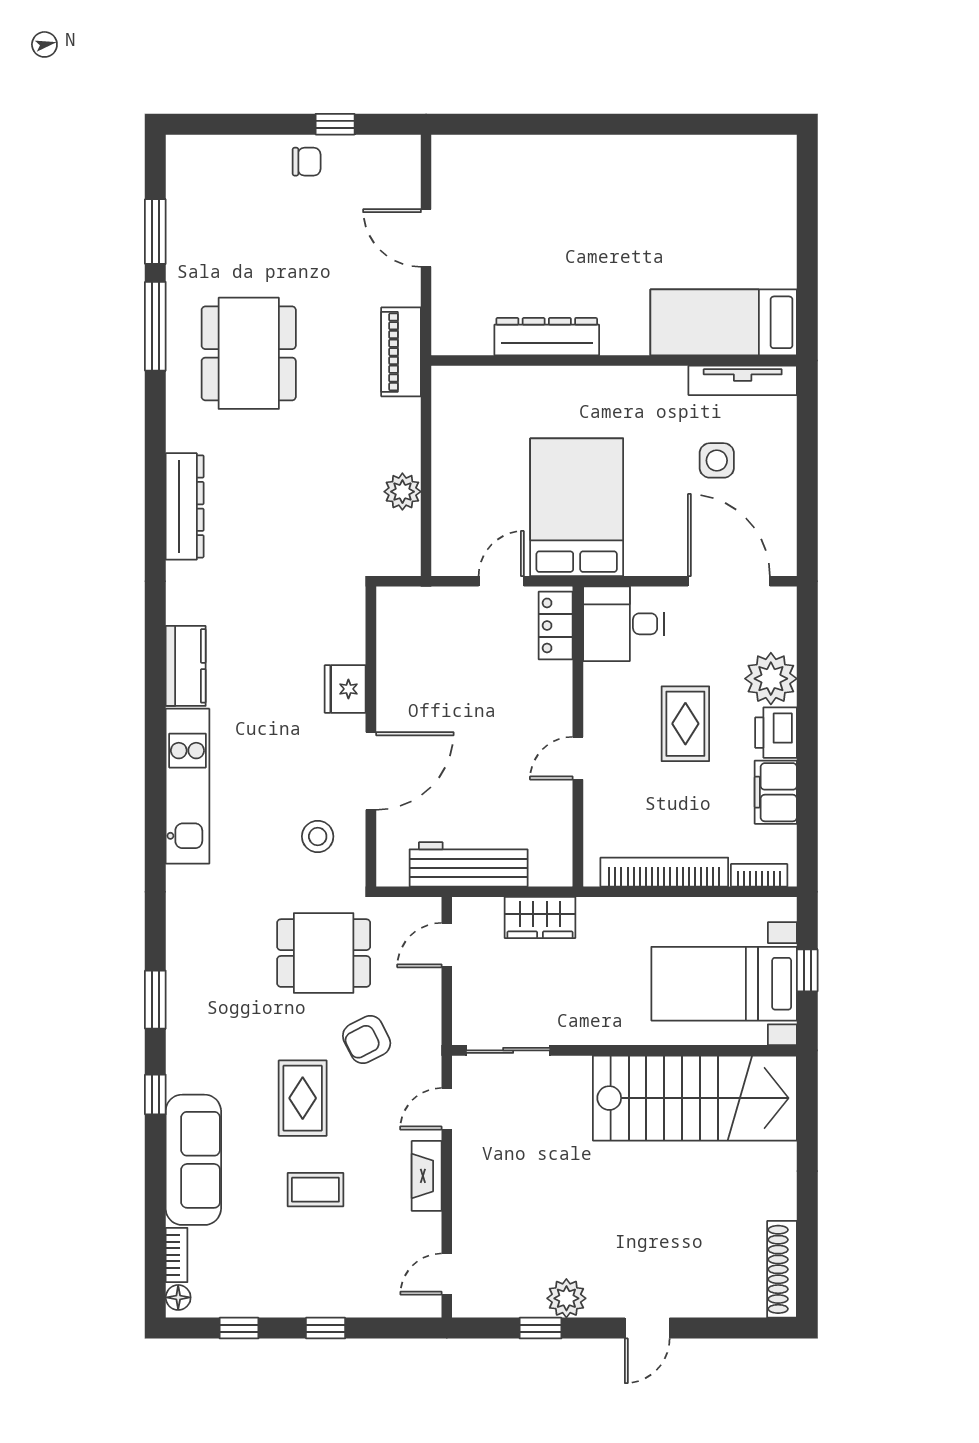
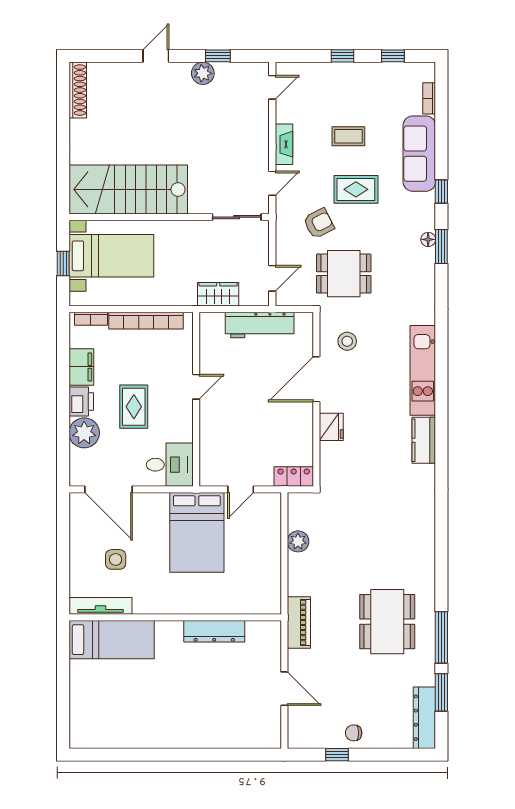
dresser: (185, 506) -> (424, 718), moved
locker: (556, 625) -> (294, 476), moved, turned -90
rug: (303, 1098) -> (356, 189), turned 90
floor lamp: (178, 1297) -> (428, 239), moved

